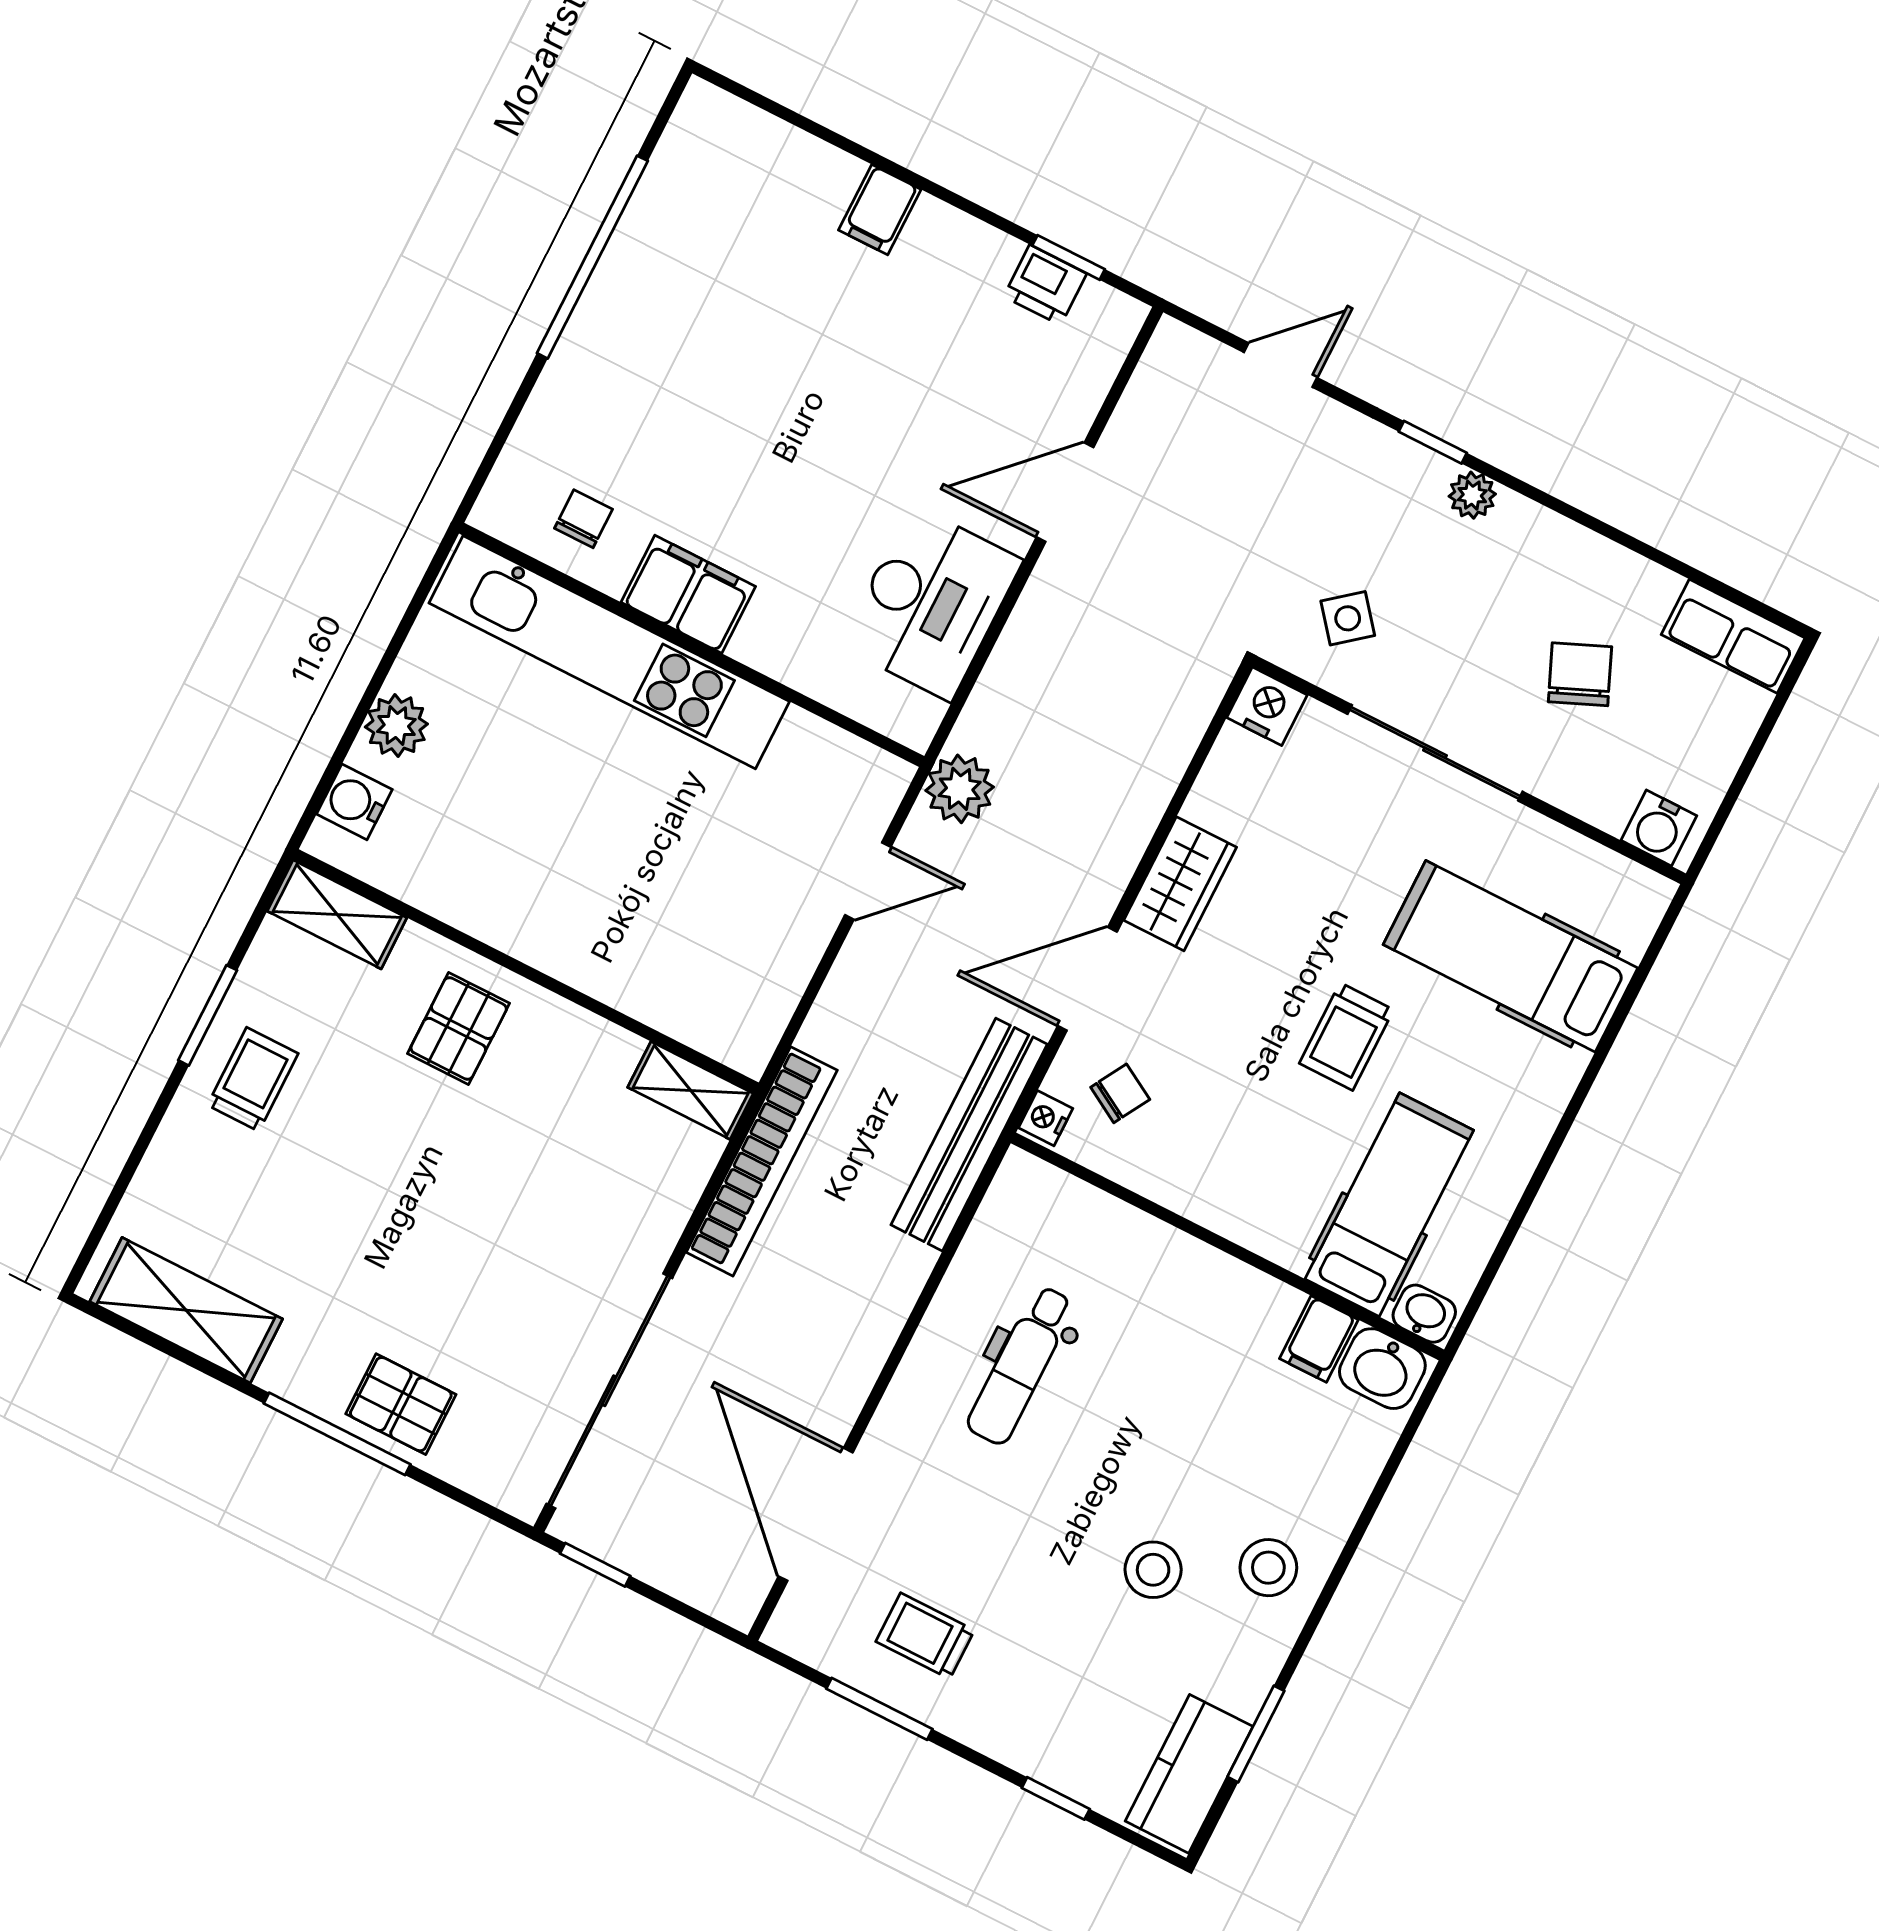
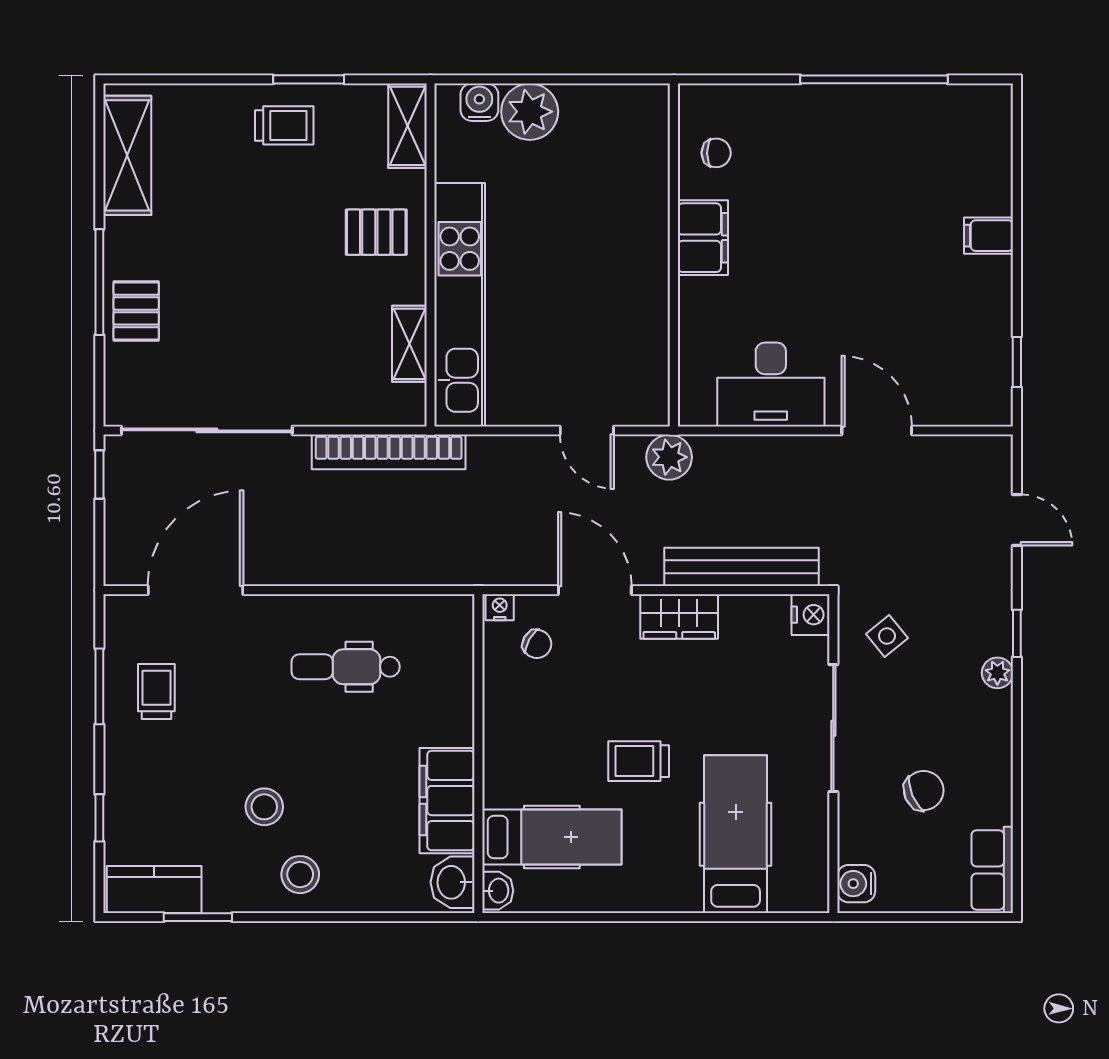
printer: (1045, 285) -> (994, 356), removed
kitchen unit: (609, 652) -> (460, 305), moved, turned 180
plant: (396, 726) -> (530, 112), width x1.36, depth x1.36
shelving: (691, 1090) -> (409, 344), moved
bench: (969, 1135) -> (742, 567), moved
filing cabinet: (1319, 1339) -> (447, 801), width x3.00, depth x1.17

